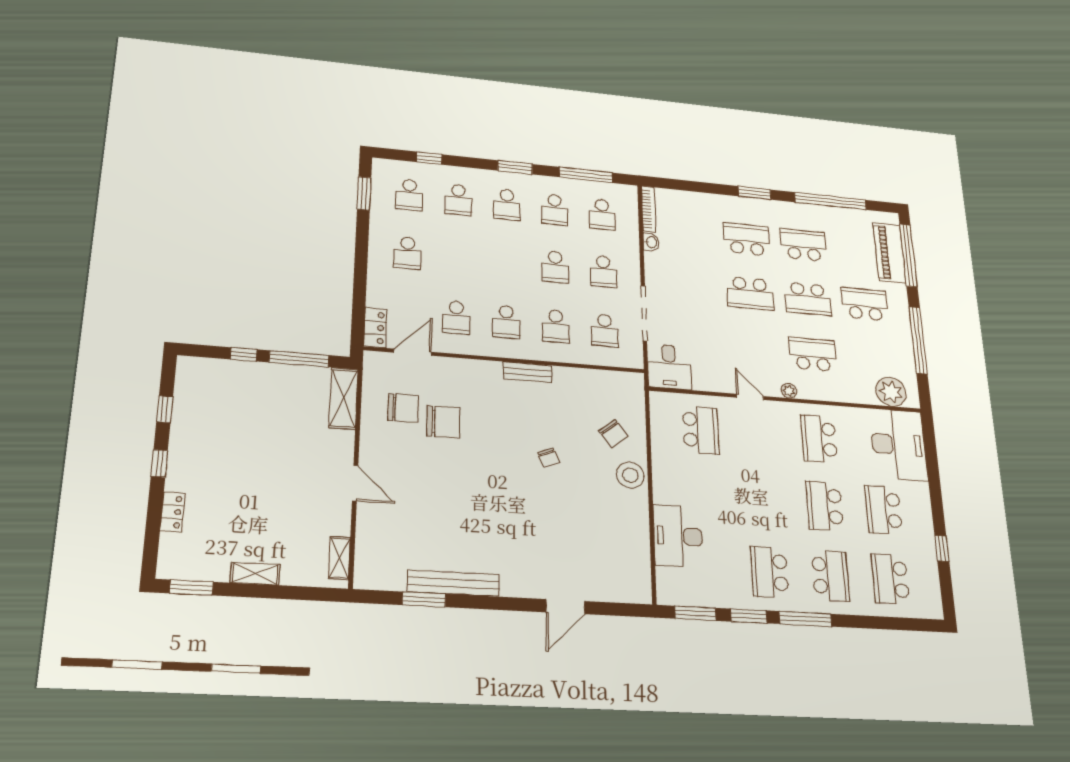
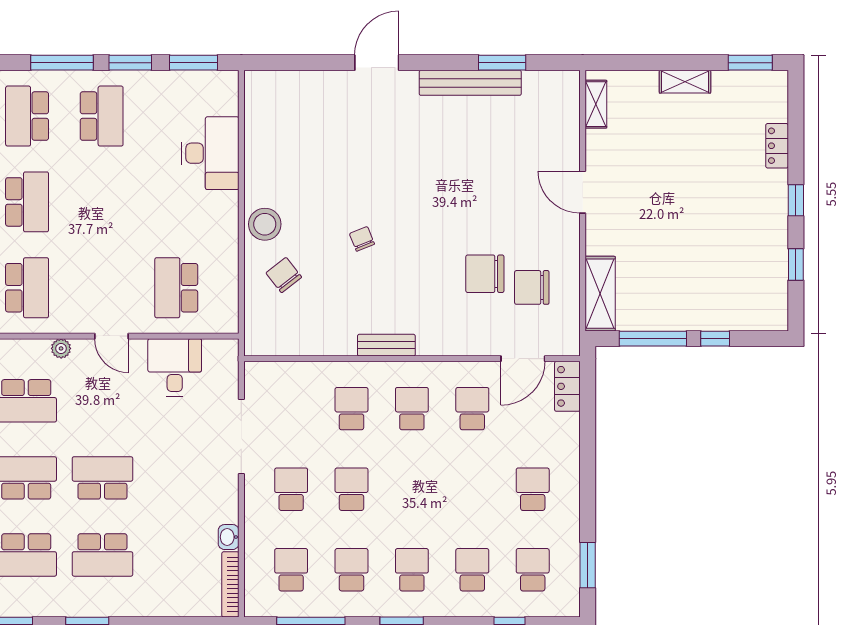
school desk: (605, 330) -> (291, 409), removed
desk: (669, 367) -> (175, 367), moved
door: (565, 607) -> (377, 63), moved

